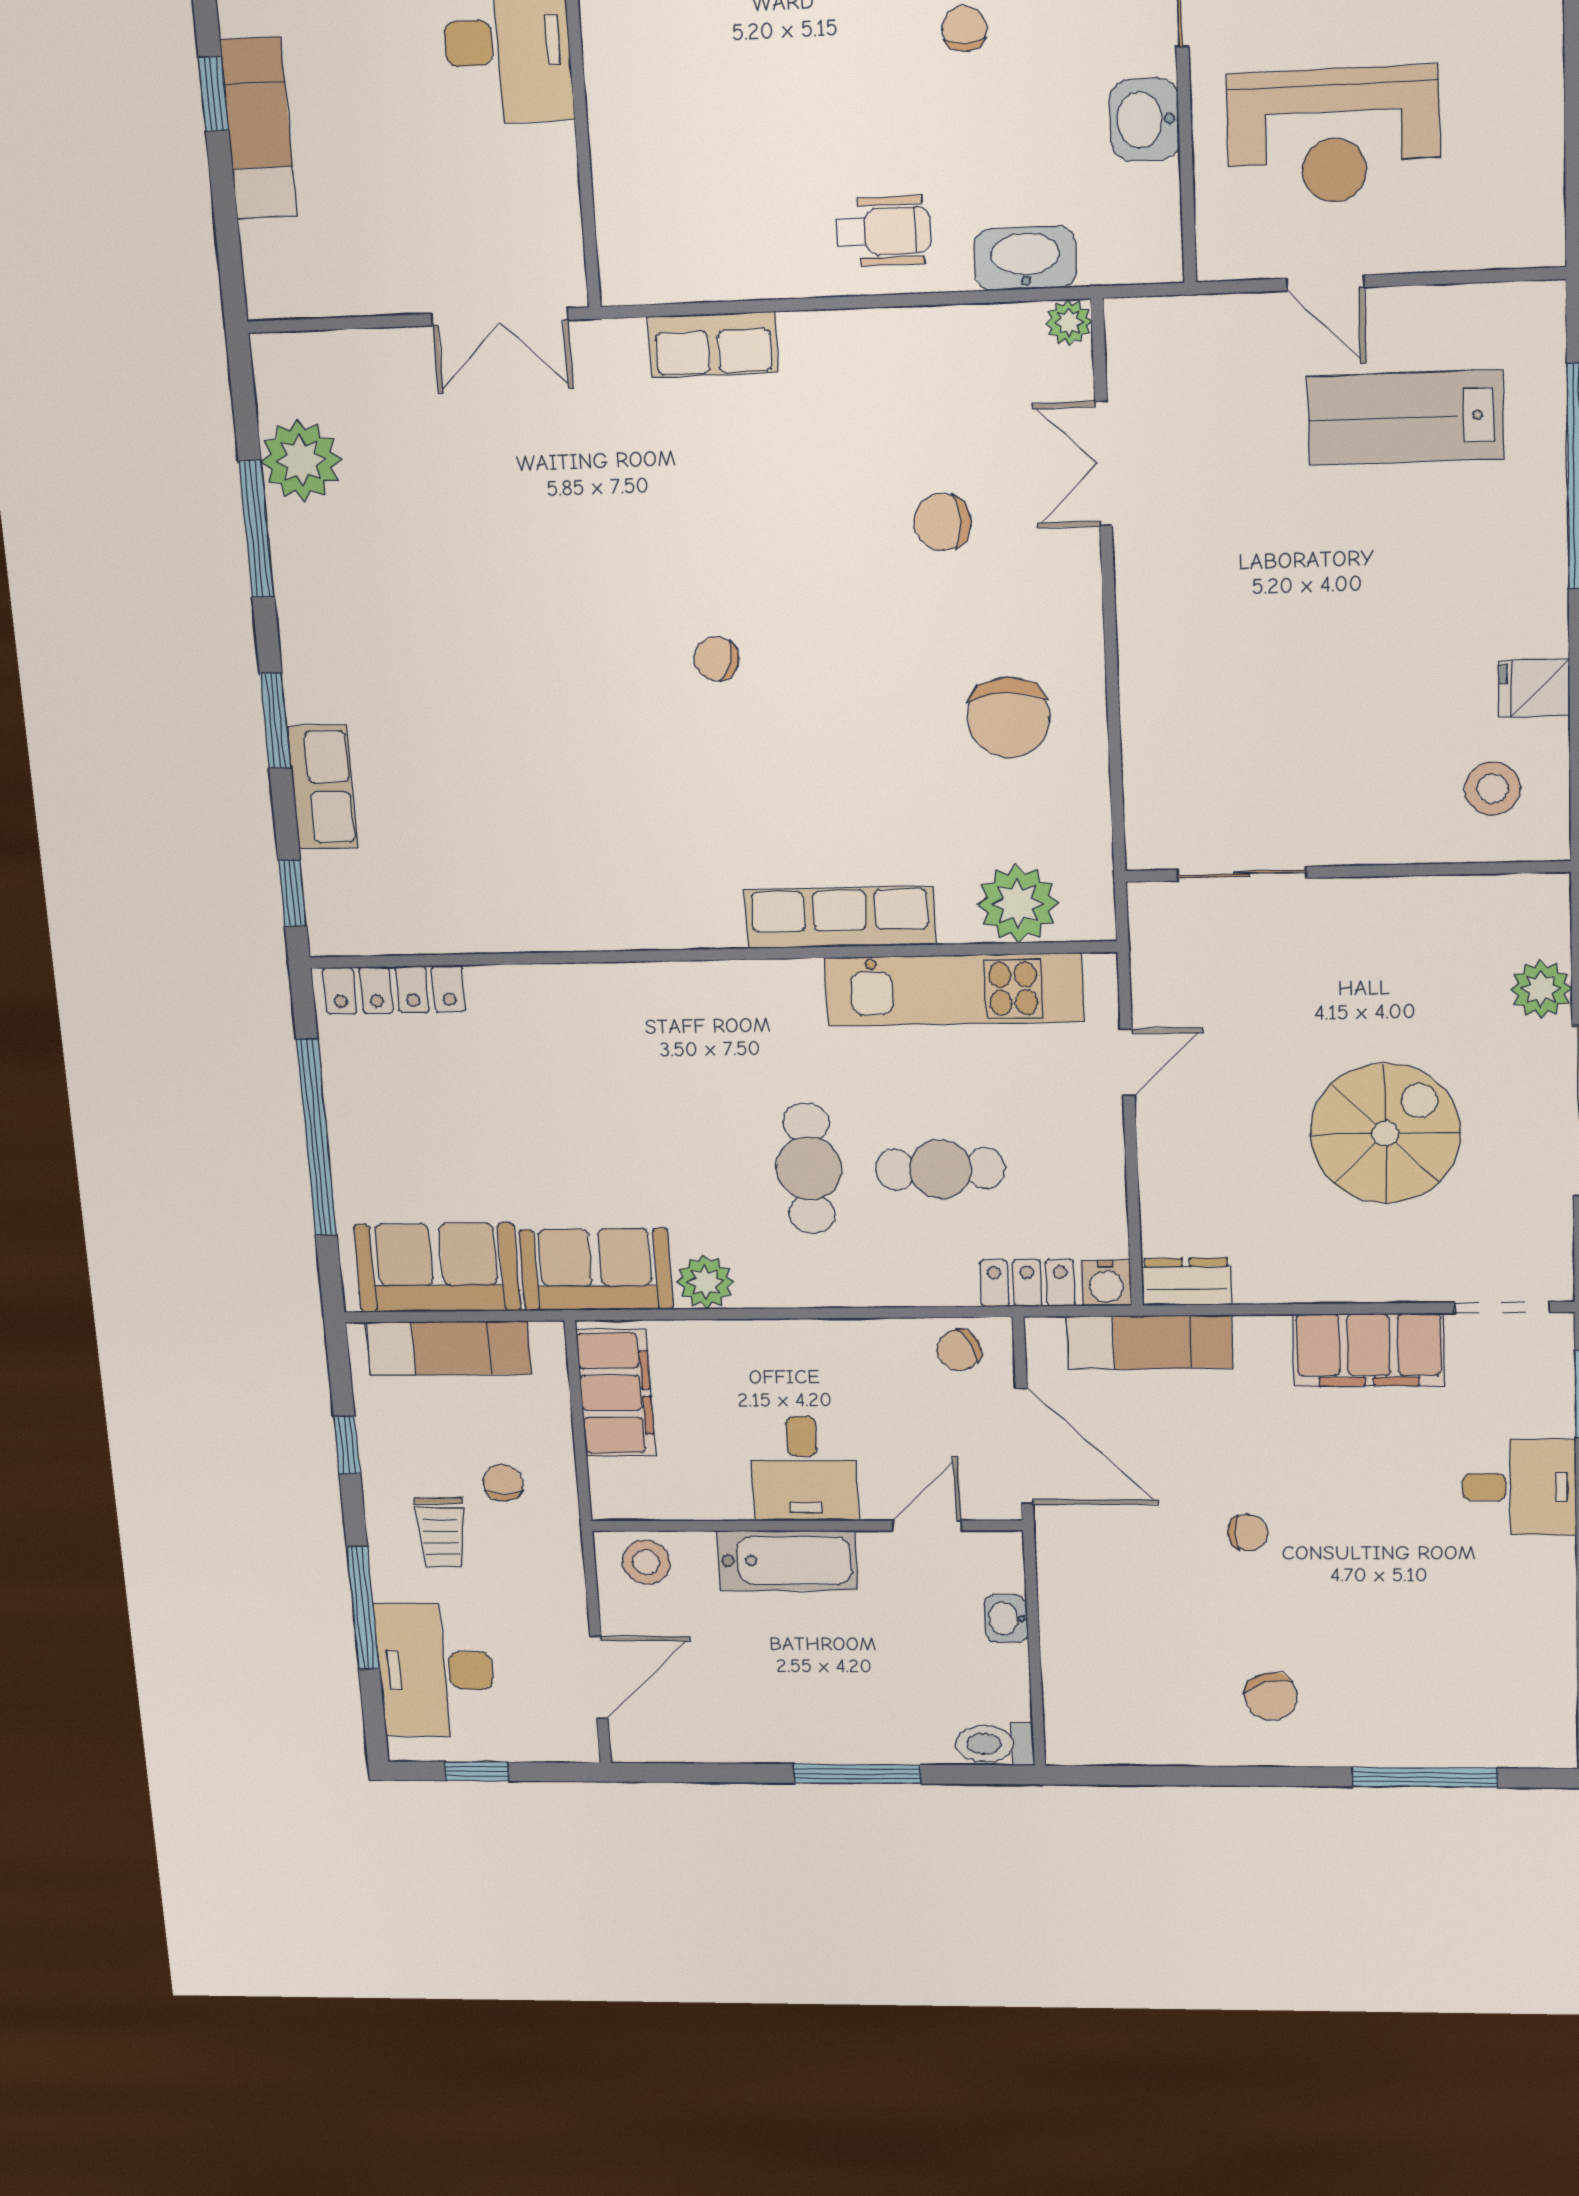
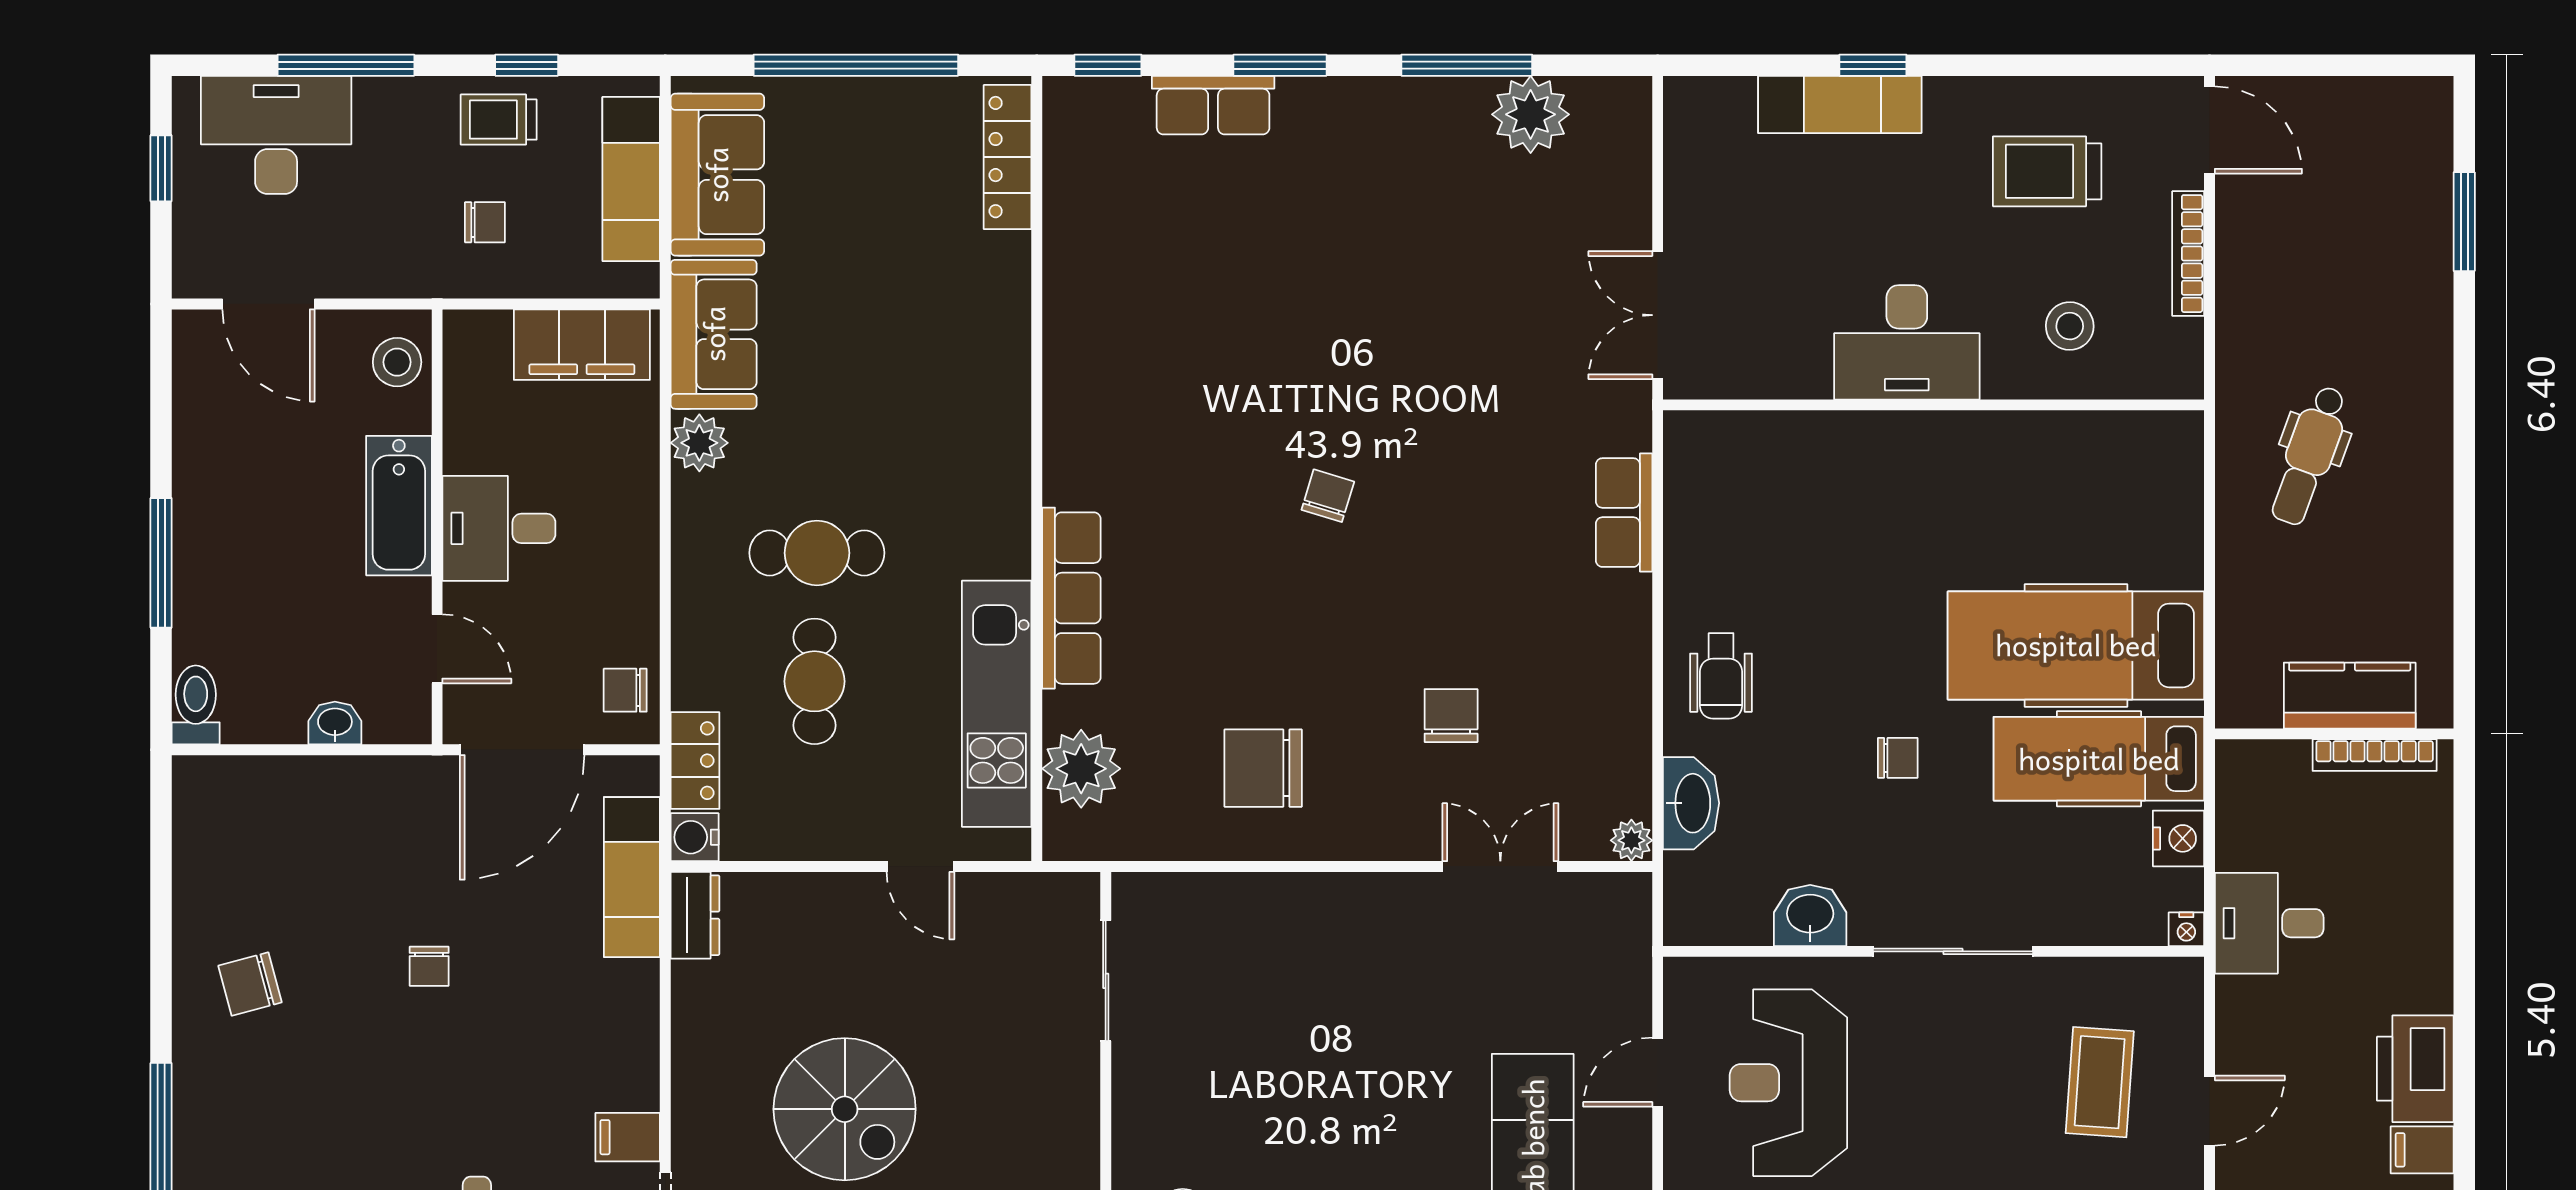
chair: (959, 1350) -> (625, 690), turned -62
filing cabinet: (1369, 1350) -> (628, 1137), width x0.33, depth x0.86
trolley: (441, 1533) -> (499, 120), moved

